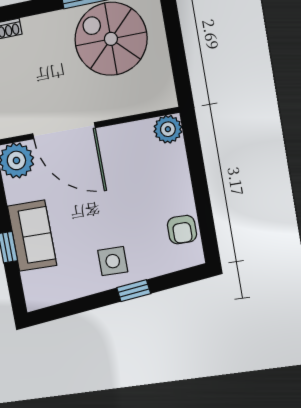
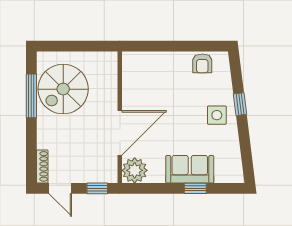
plant: (168, 129) -> (132, 61), removed
armchair: (182, 230) -> (202, 63), turned 90

